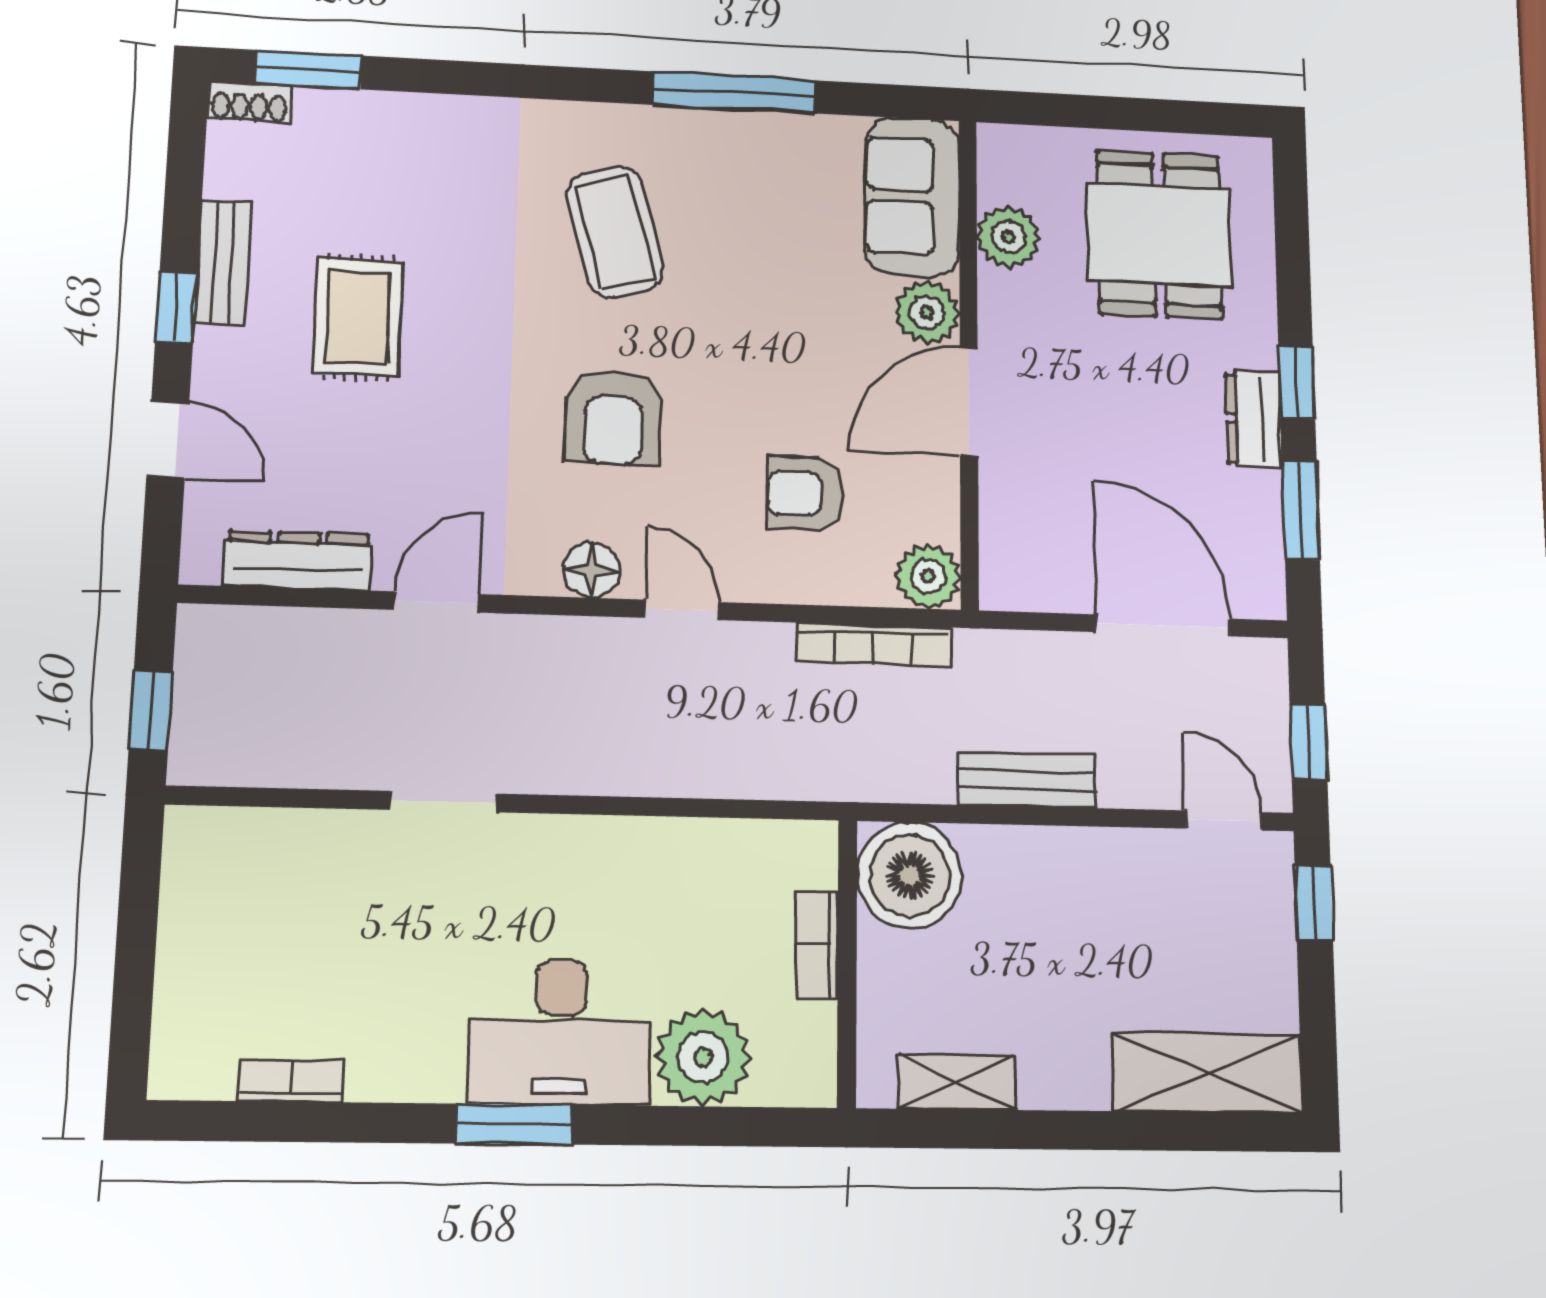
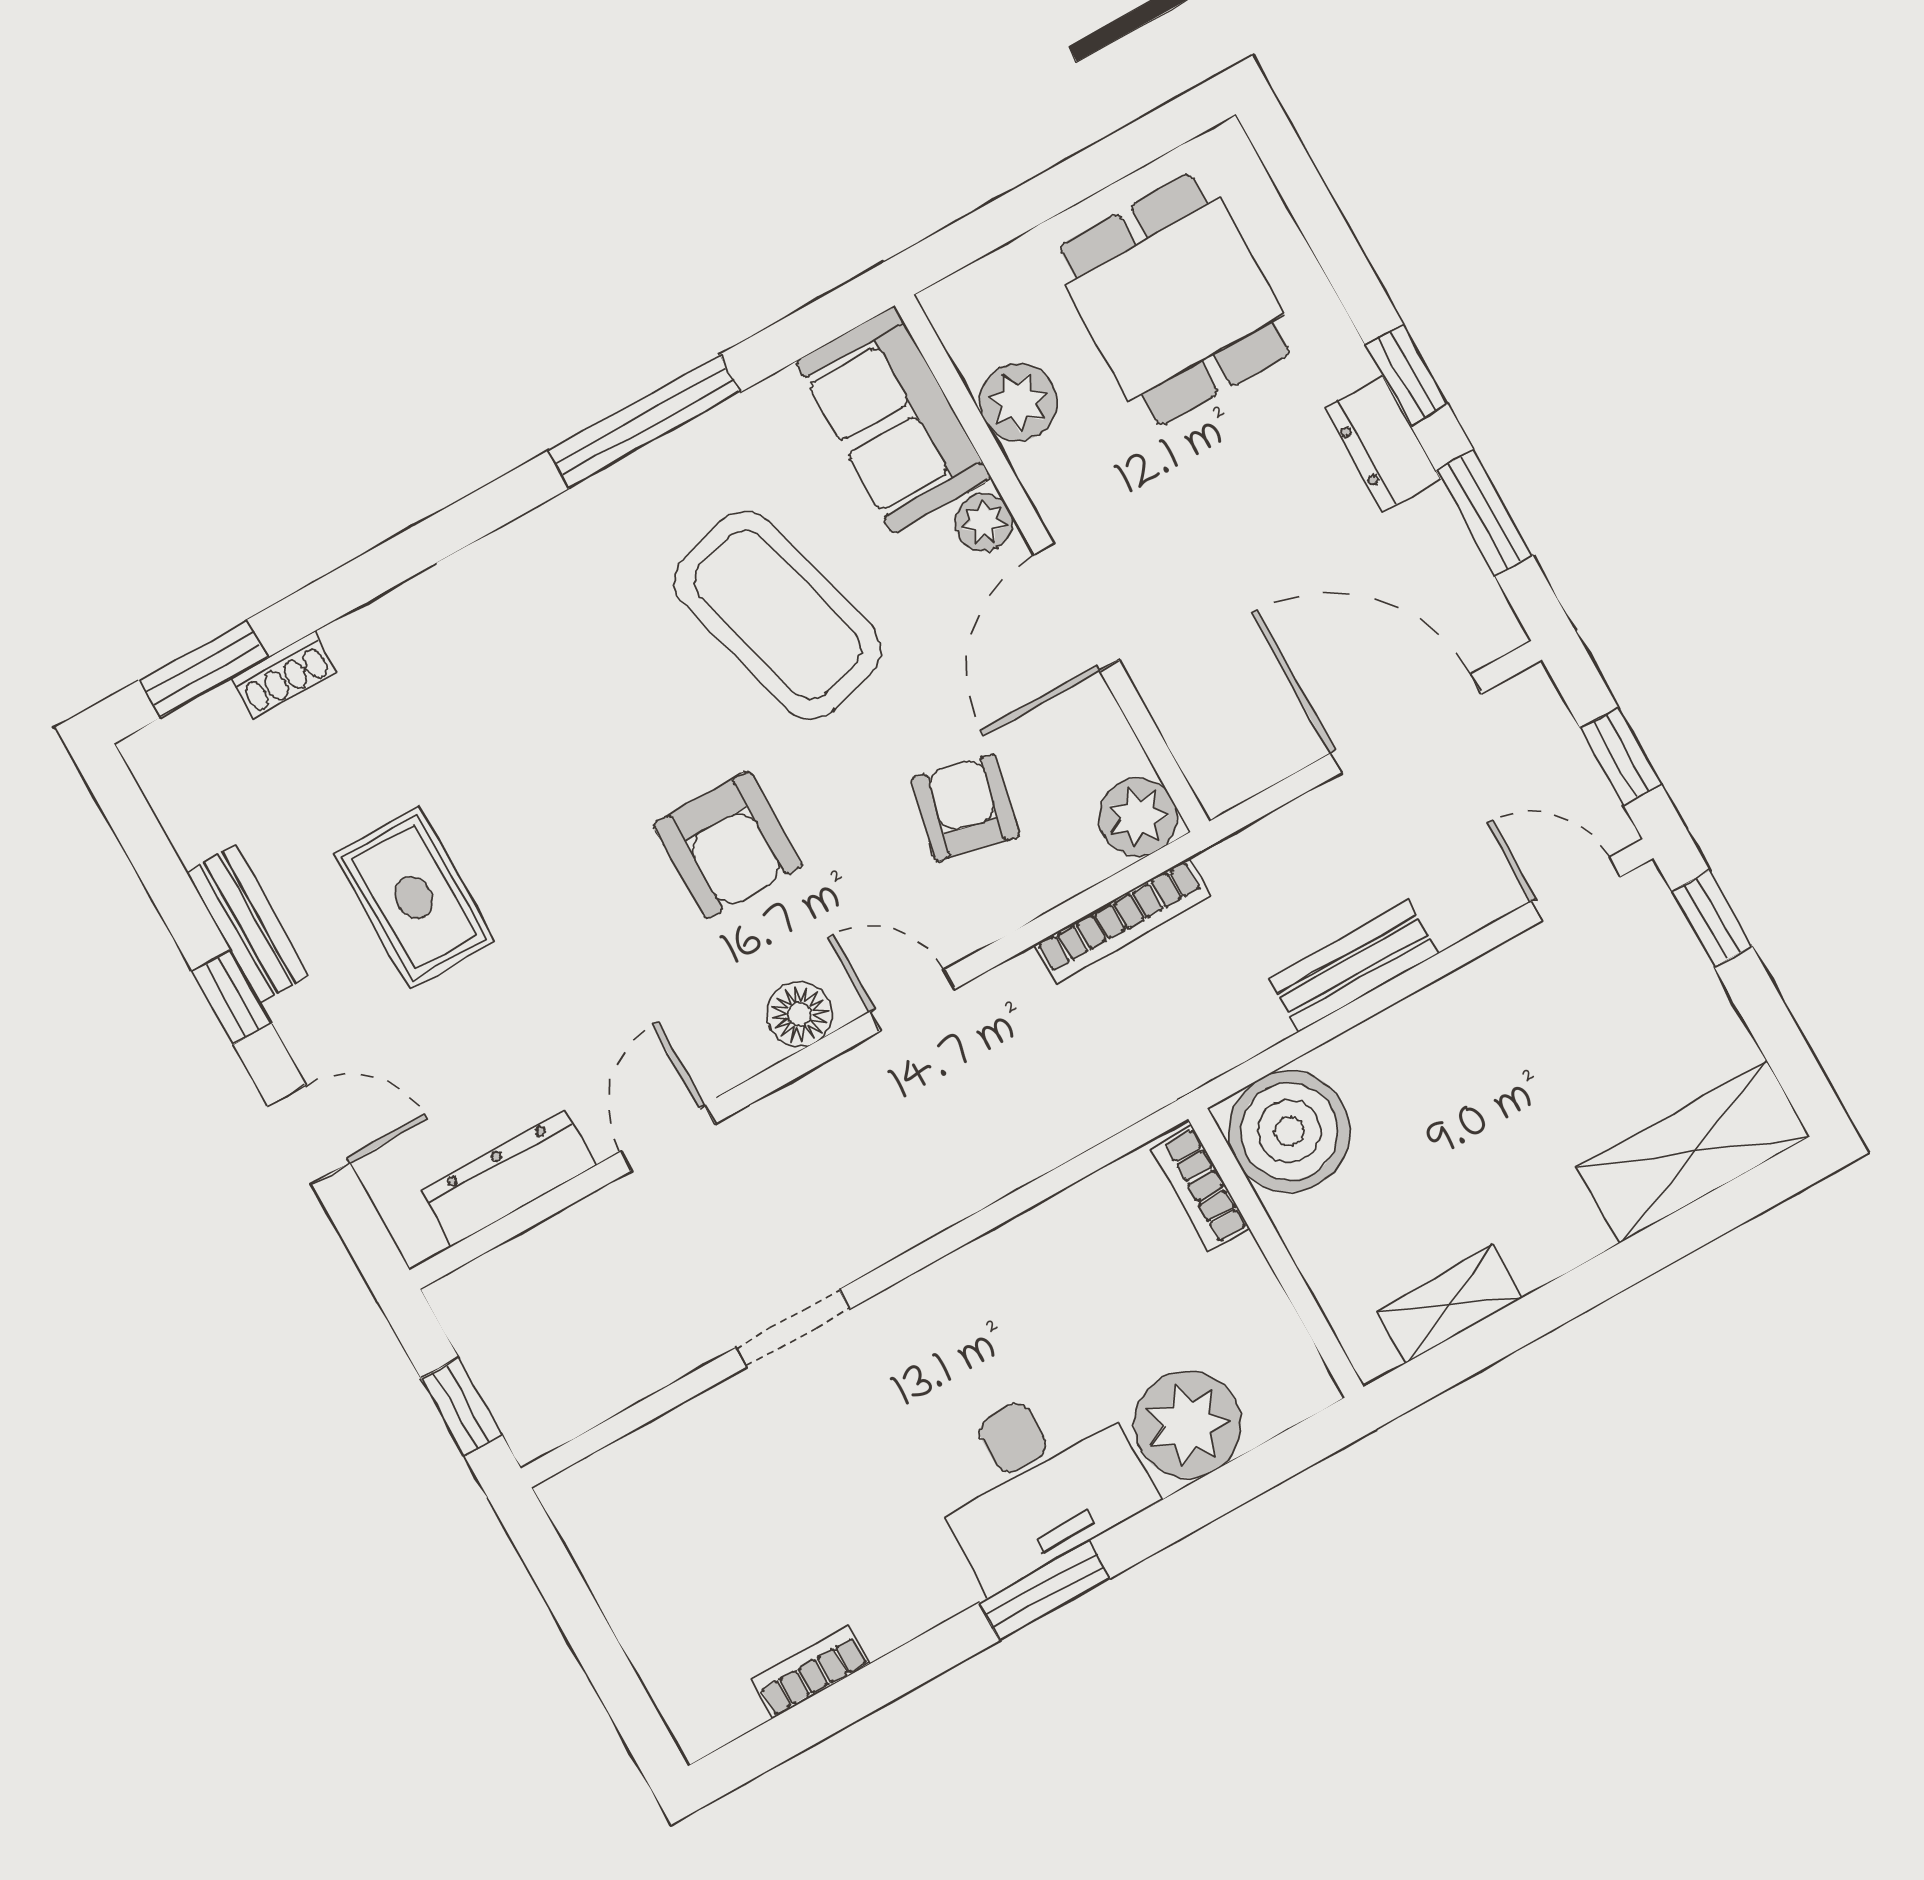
shoe rack: (249, 102) -> (283, 675), moved
coffee table: (615, 232) -> (778, 615), moved, width x1.36, depth x1.32
plant: (927, 312) -> (984, 523), width x0.73, depth x0.73
armchair: (805, 494) -> (965, 807), turned 103
bookcase: (817, 944) -> (1200, 1188), moved

